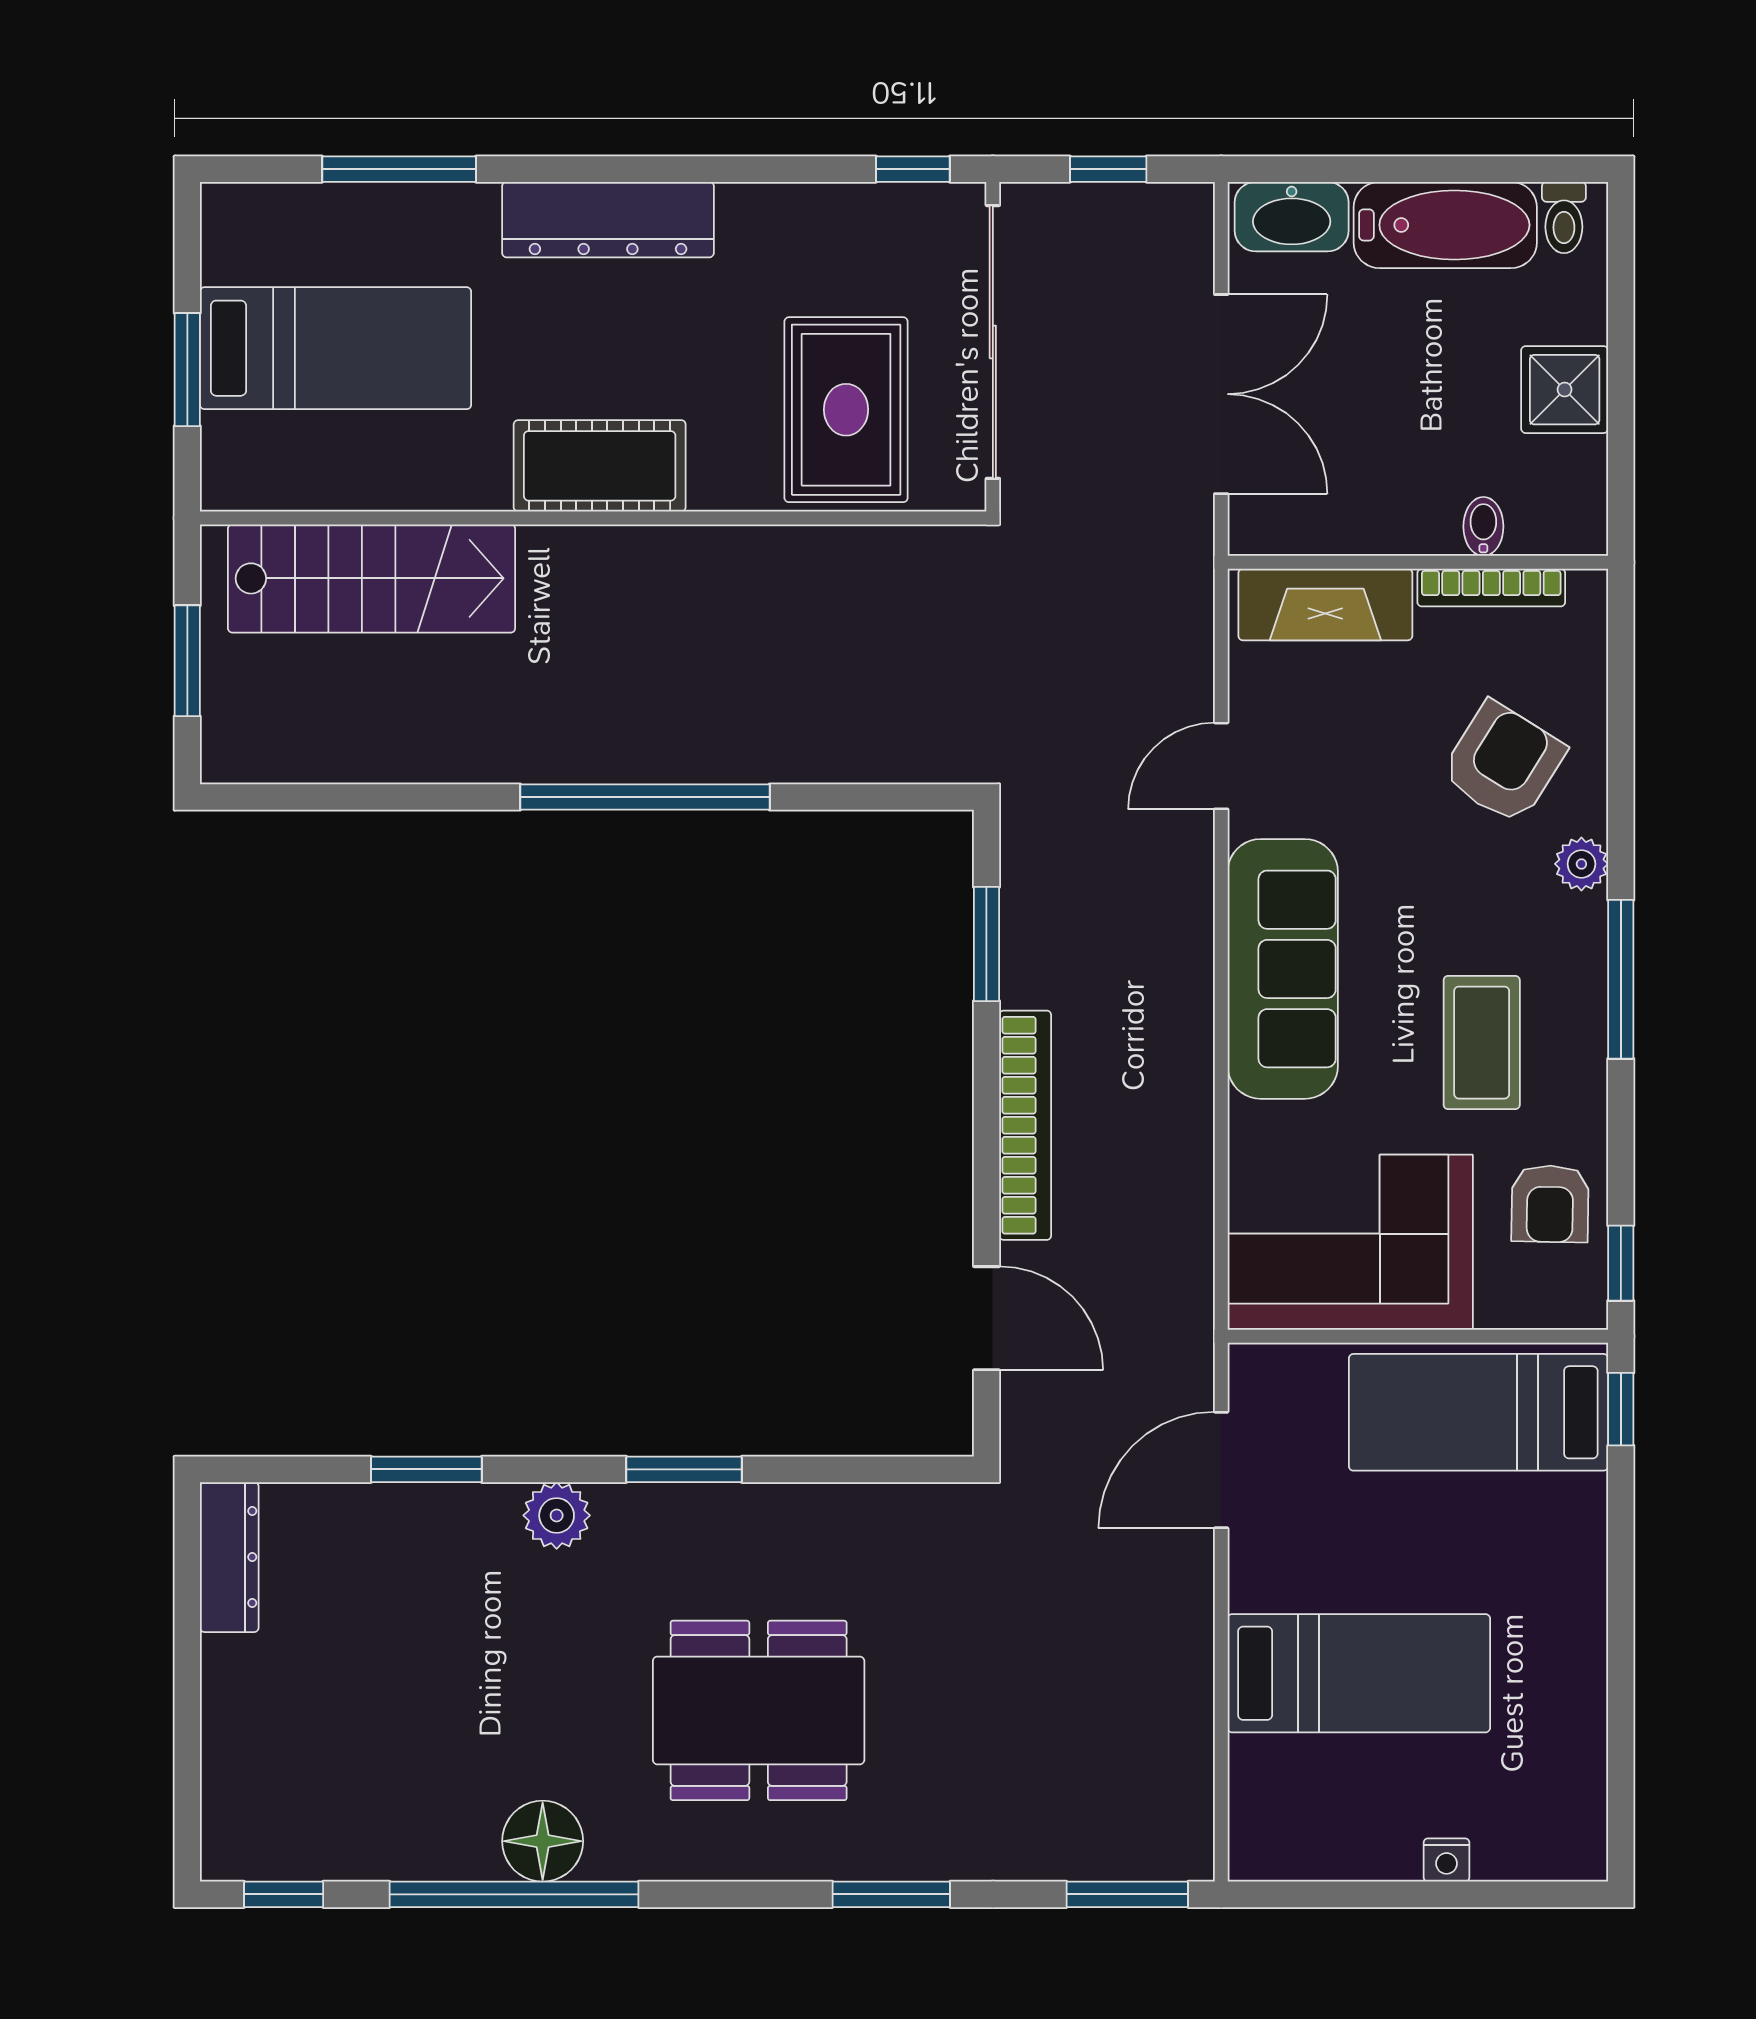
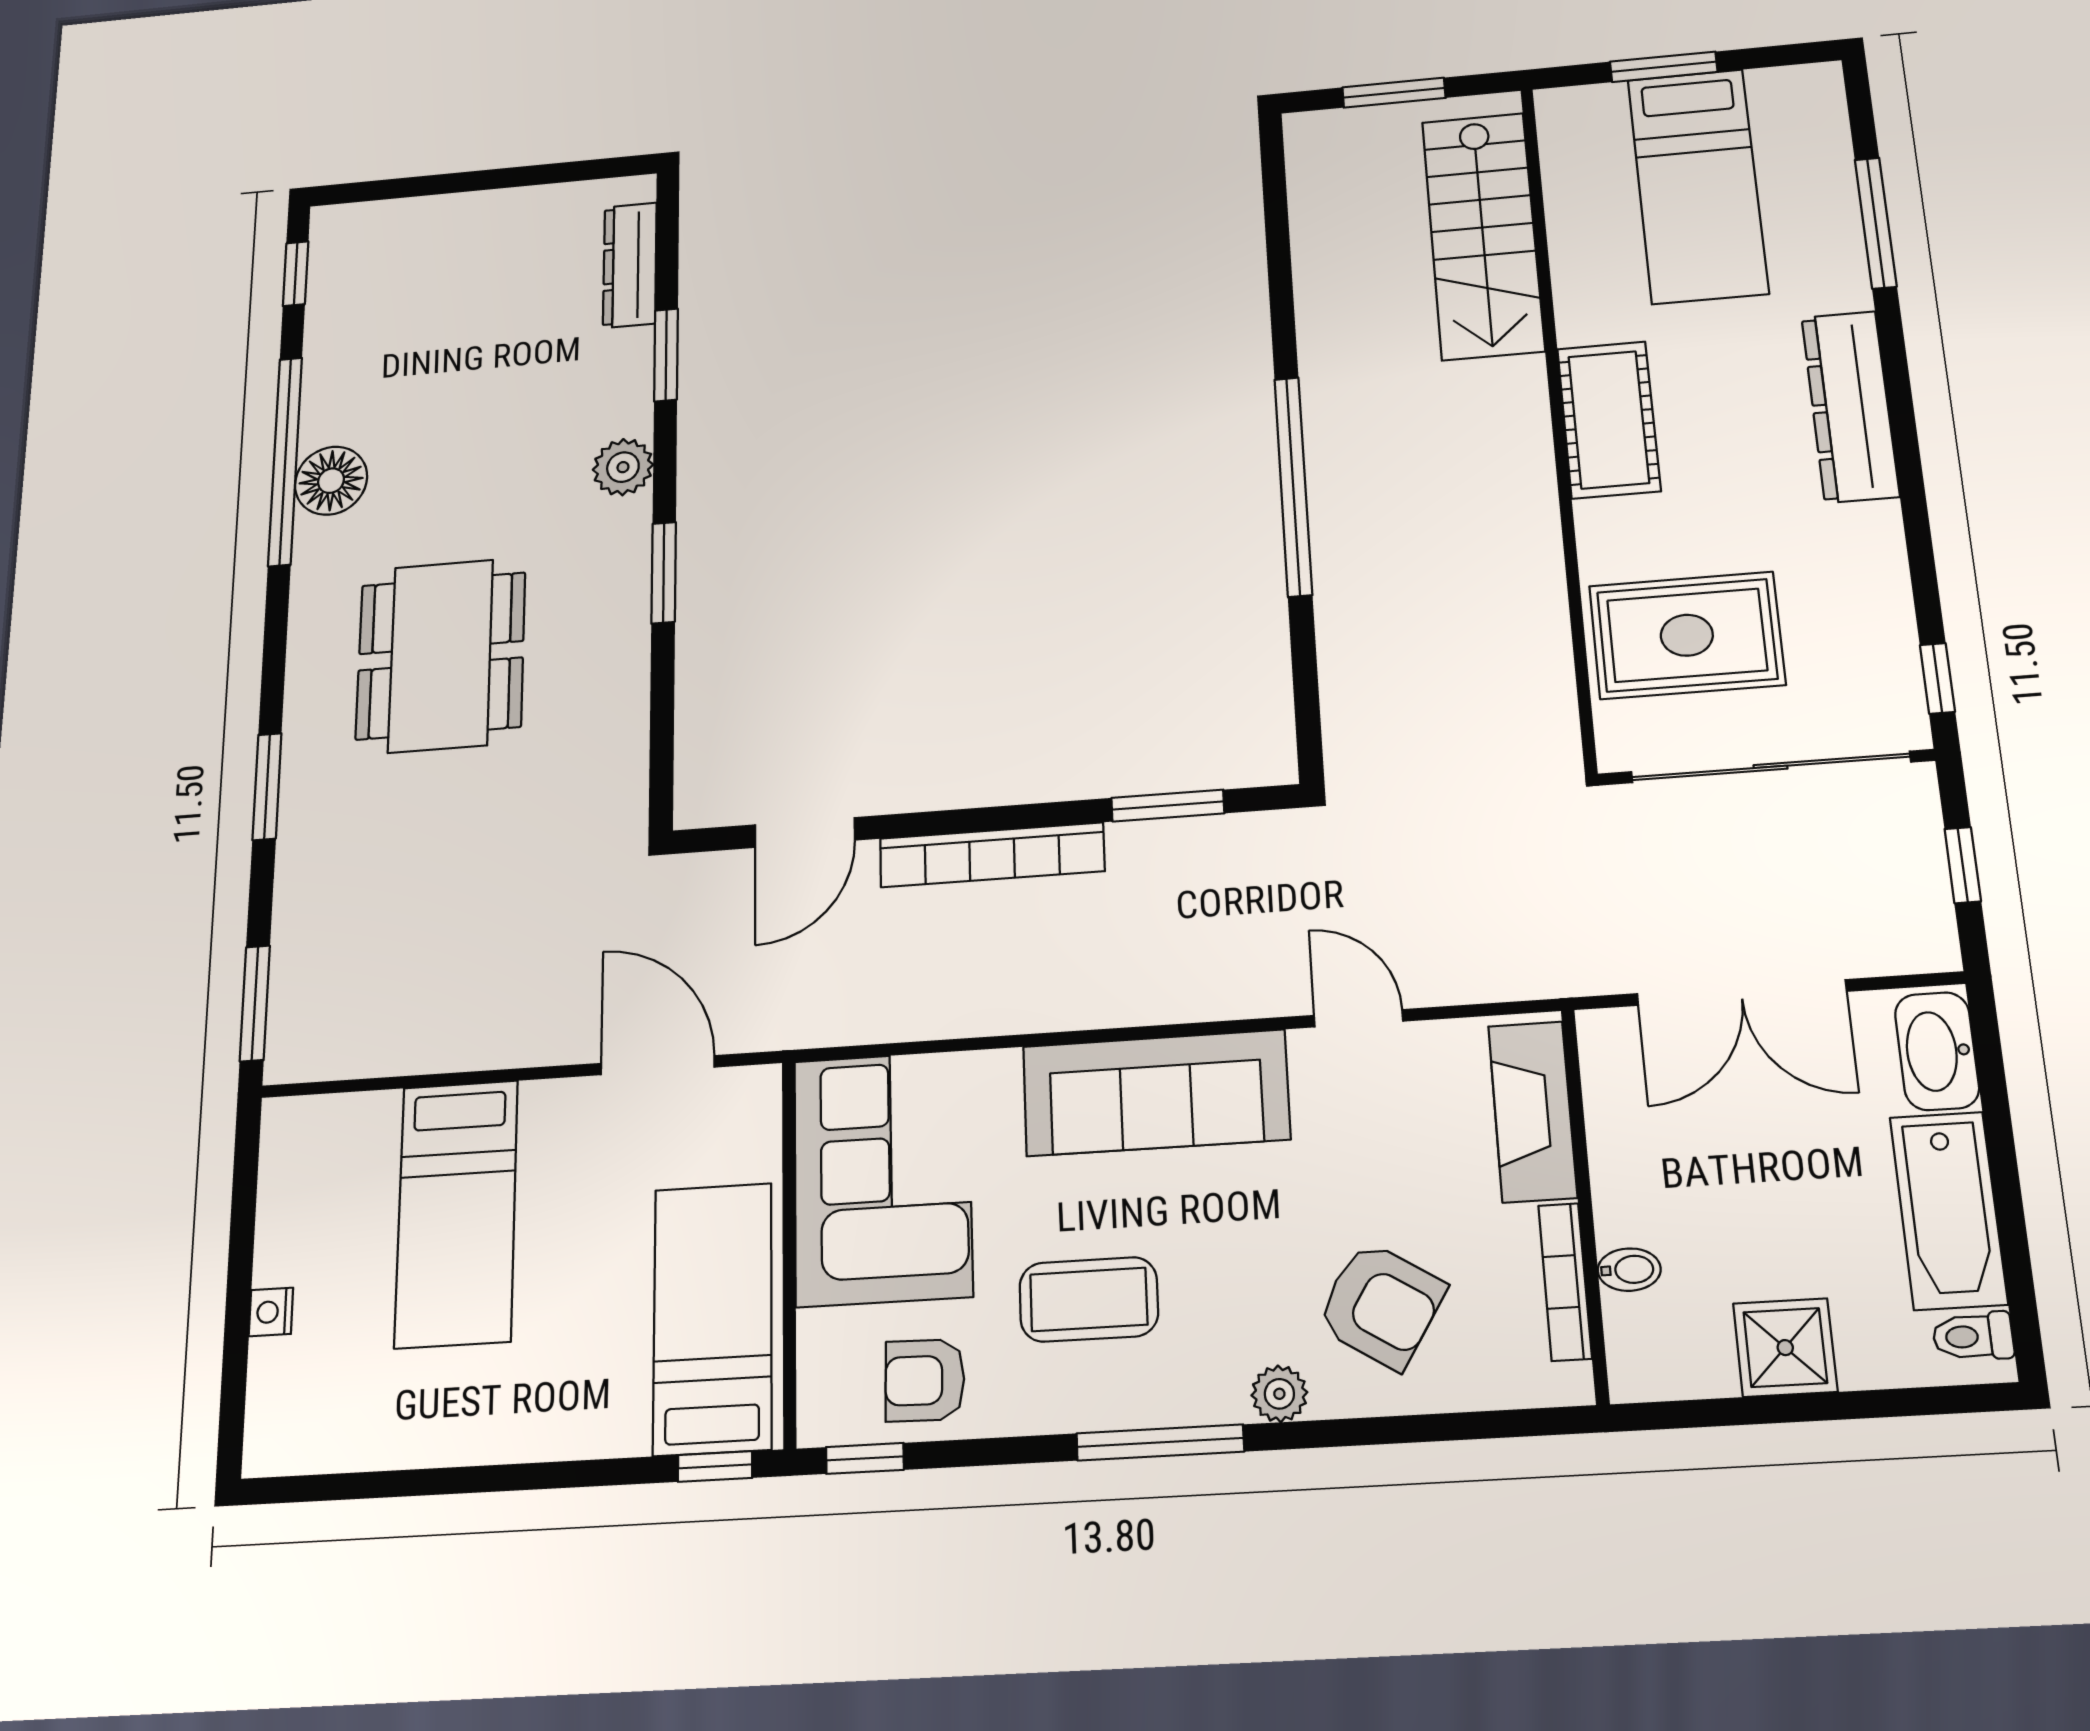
dresser: (229, 1557) -> (630, 265), moved, turned 90

